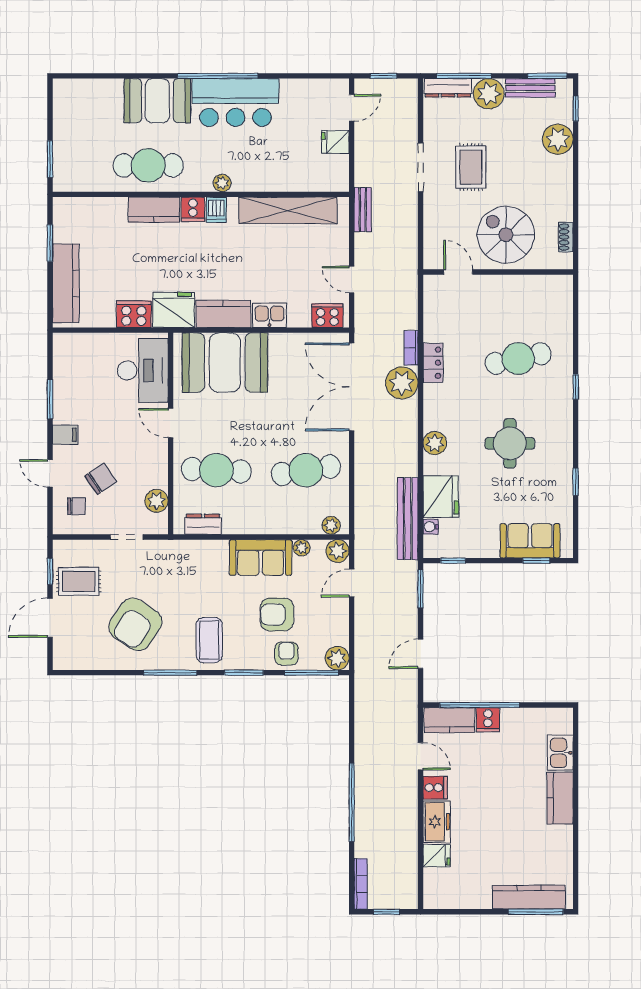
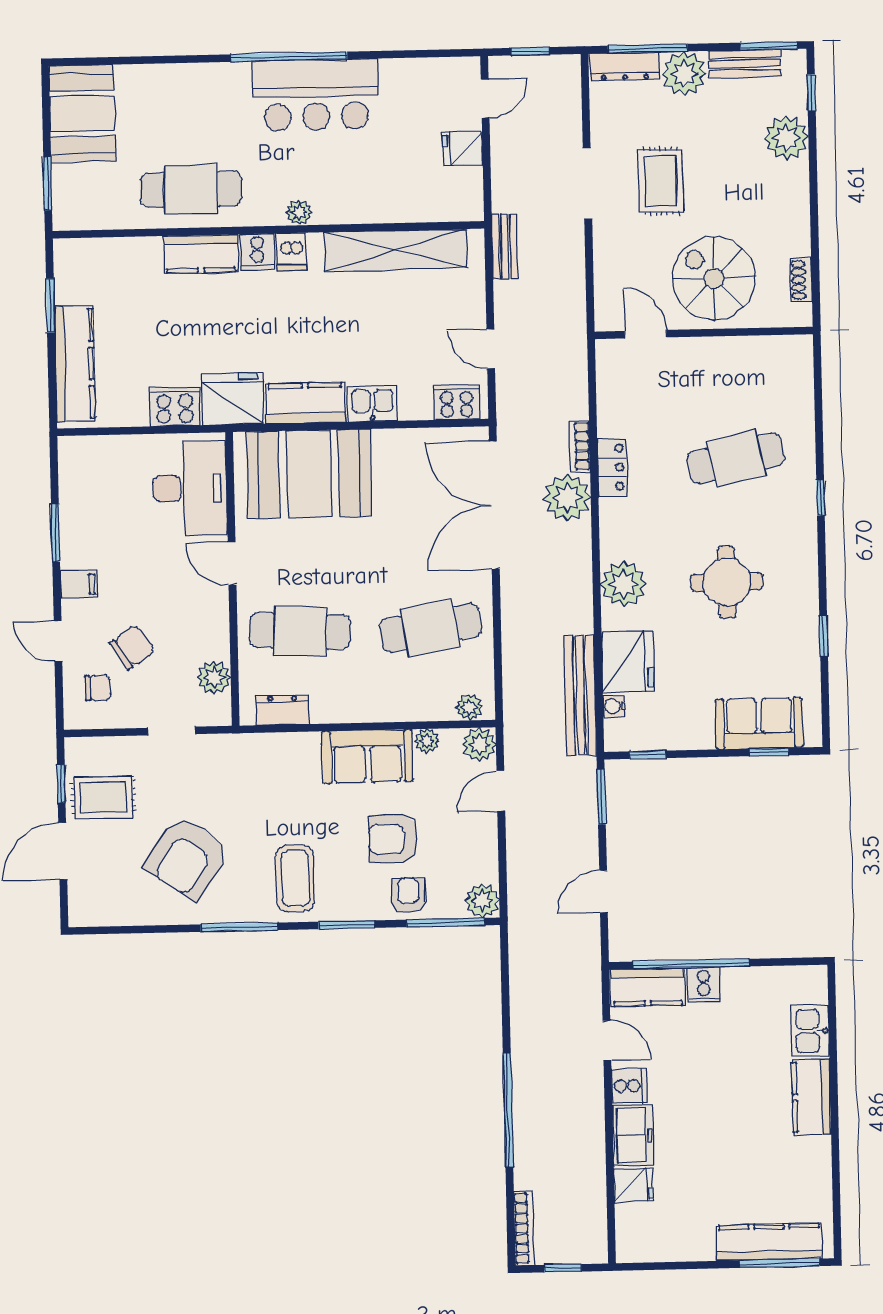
booth: (157, 101) -> (82, 113), moved, turned 90
plant: (435, 443) -> (624, 584), width x1.36, depth x1.36

